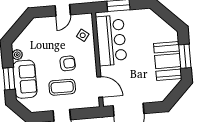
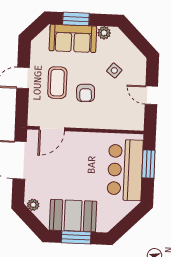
side table: (83, 35) -> (114, 70), moved
bar counter: (111, 40) -> (125, 170), moved, turned 90
plant: (163, 94) -> (33, 205), added

